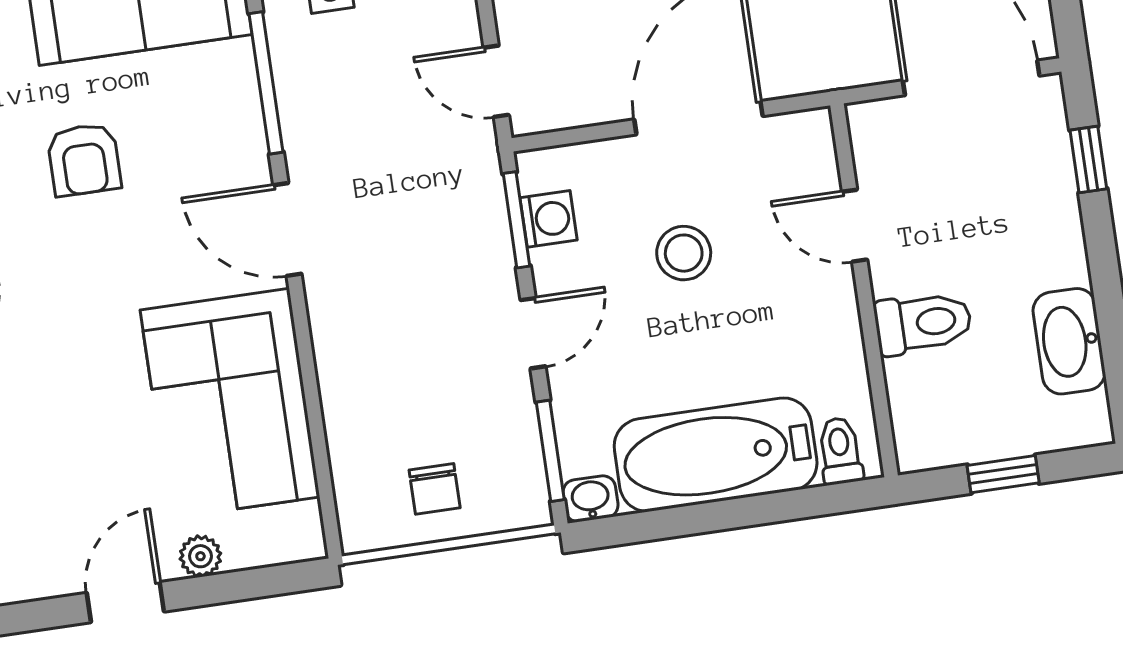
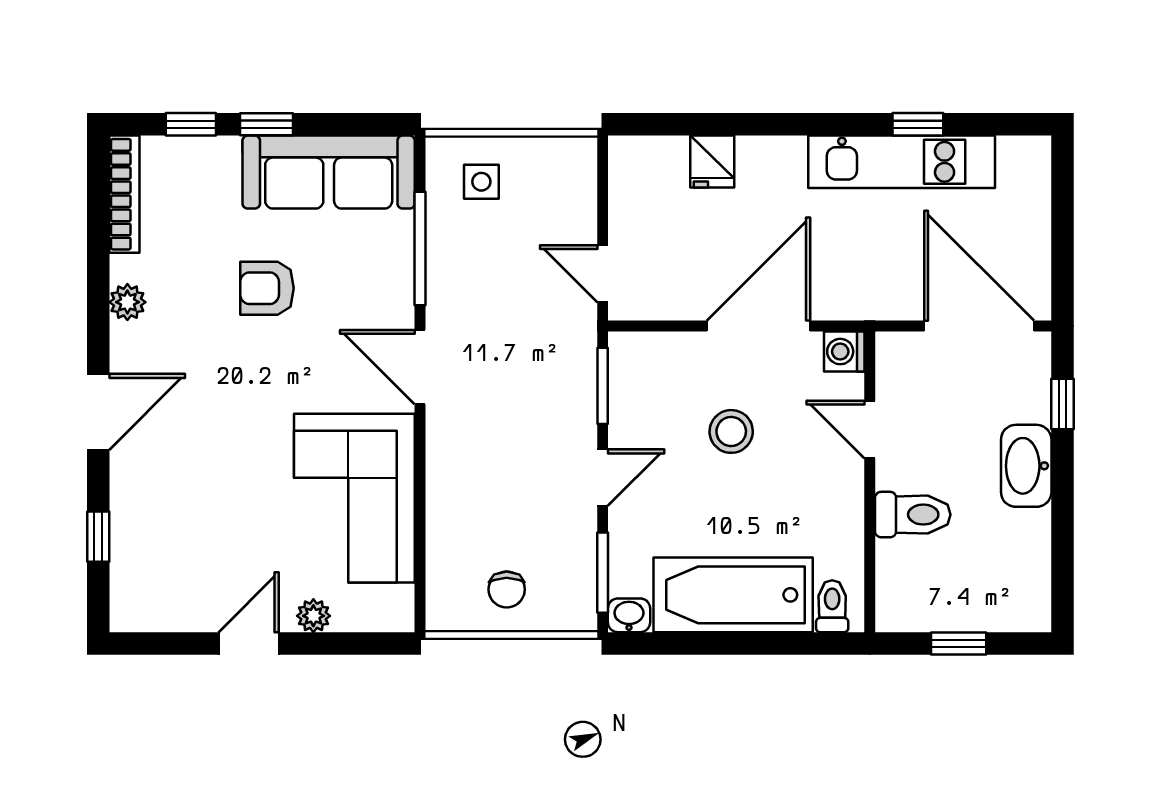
armchair: (84, 160) -> (267, 288), turned 90
washing machine: (549, 219) -> (844, 352), moved, turned 180
washbasin: (1069, 341) -> (1026, 466), moved

